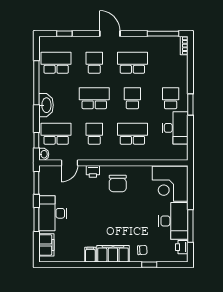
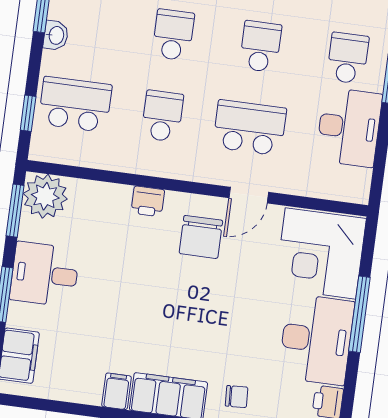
school desk: (94, 98) -> (173, 35), width x0.54
washbasin: (46, 105) -> (56, 35), width x0.52, depth x0.69
washbasin: (44, 154) -> (41, 147), removed
door: (69, 163) -> (249, 195), moved
plant: (49, 175) -> (45, 196), added
desk: (53, 213) -> (45, 274), width x0.73
window: (190, 226) -> (359, 314), moved

